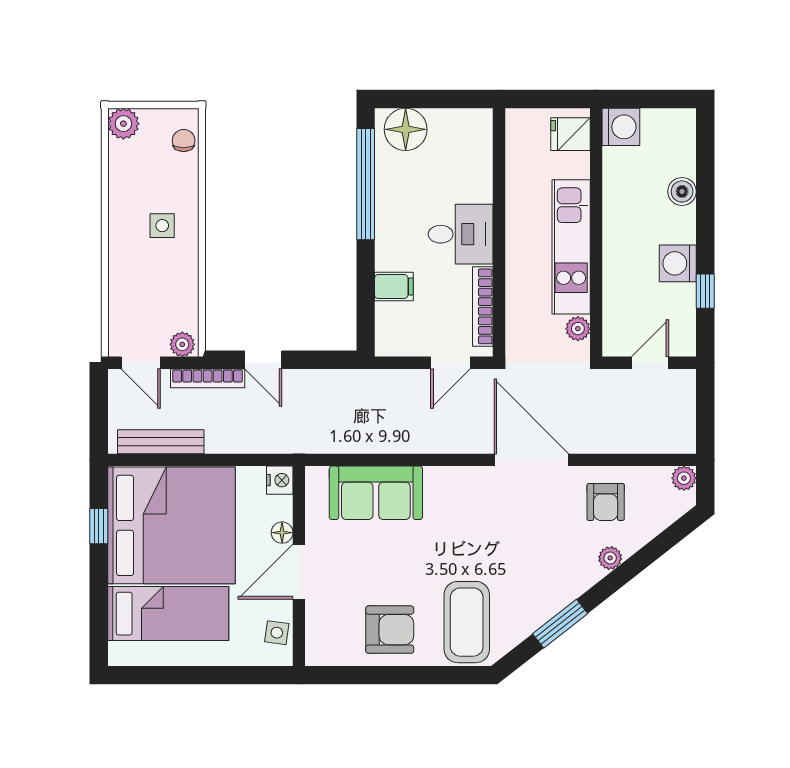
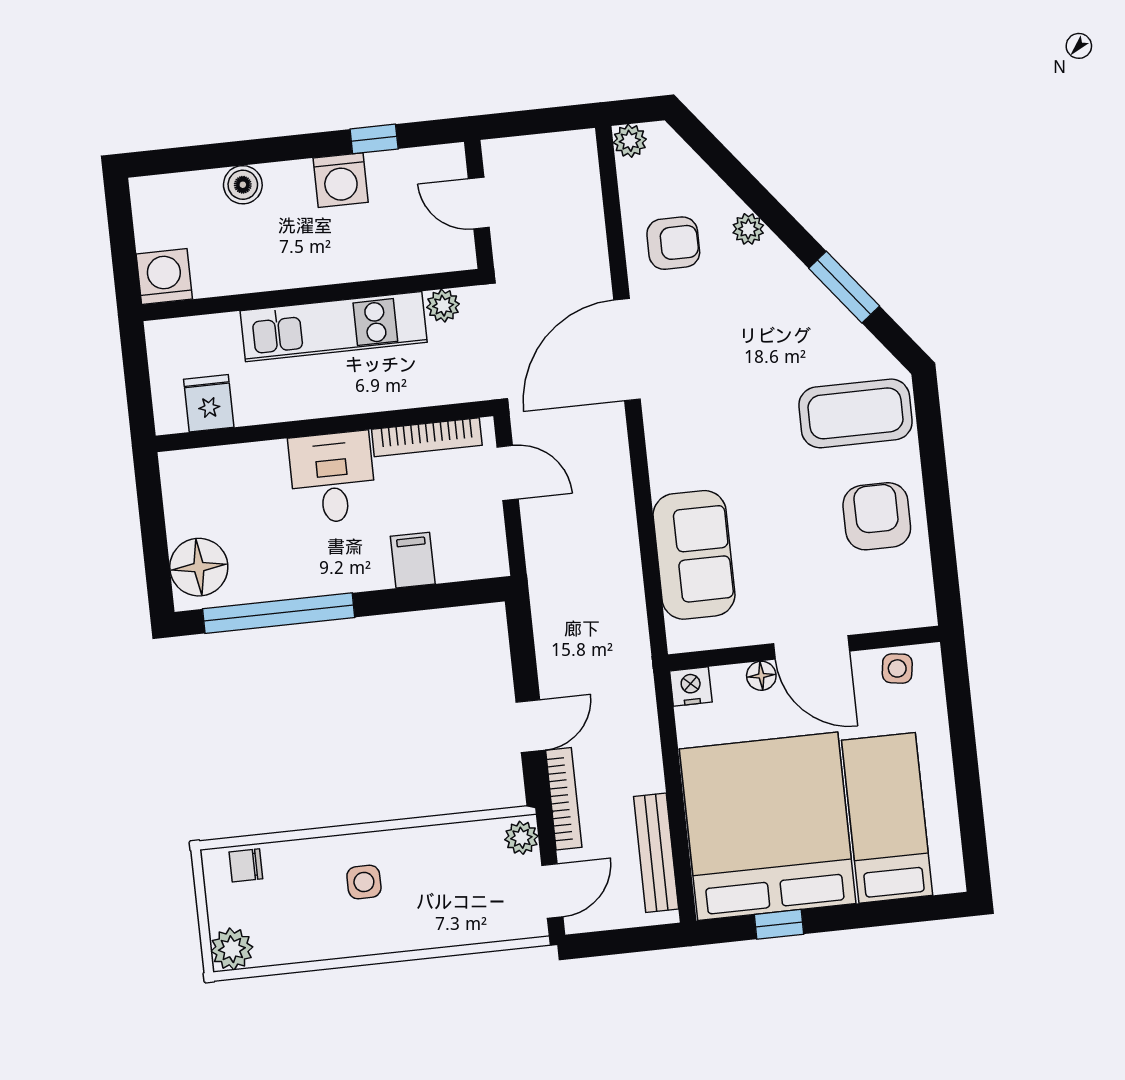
fridge: (570, 134) -> (209, 403), moved, turned 180

